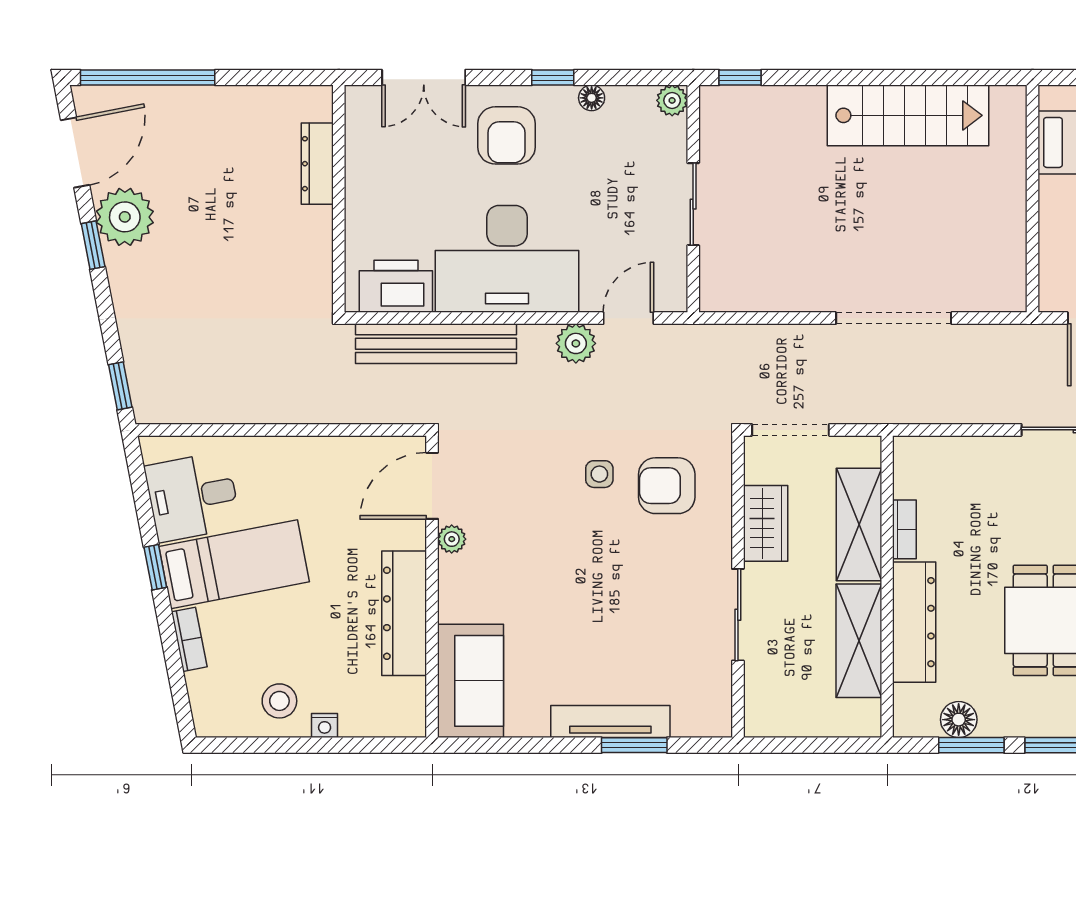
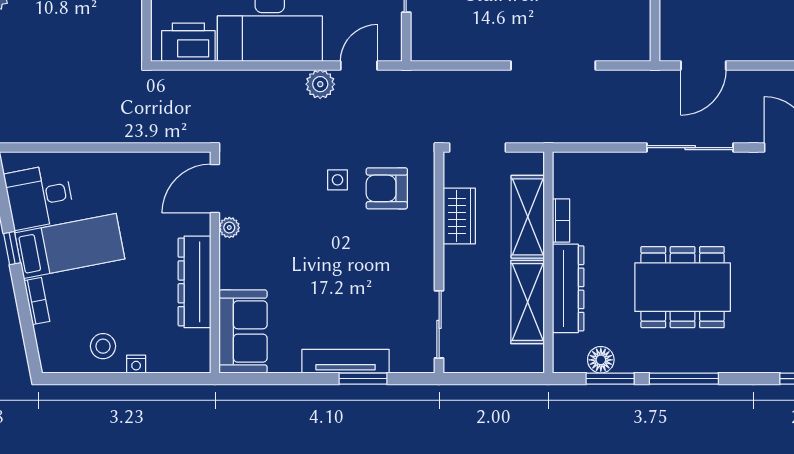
bench: (436, 344) -> (218, 84), removed
sliding door: (738, 615) -> (439, 324), moved

